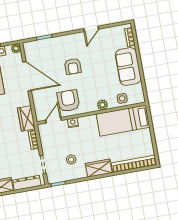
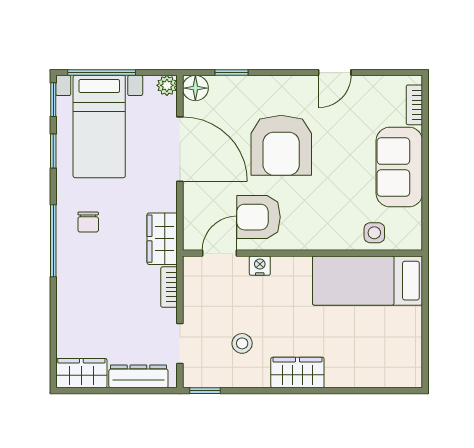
floor lamp: (29, 47) -> (195, 88), added
armchair: (73, 66) -> (281, 145), width x1.88, depth x1.88
armchair: (68, 101) -> (259, 217), turned -90
plant: (102, 105) -> (330, 239), removed
bookcase: (134, 164) -> (374, 377), removed

